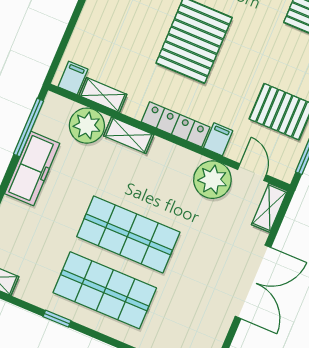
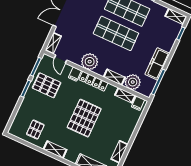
plant: (212, 180) -> (90, 62), moved

